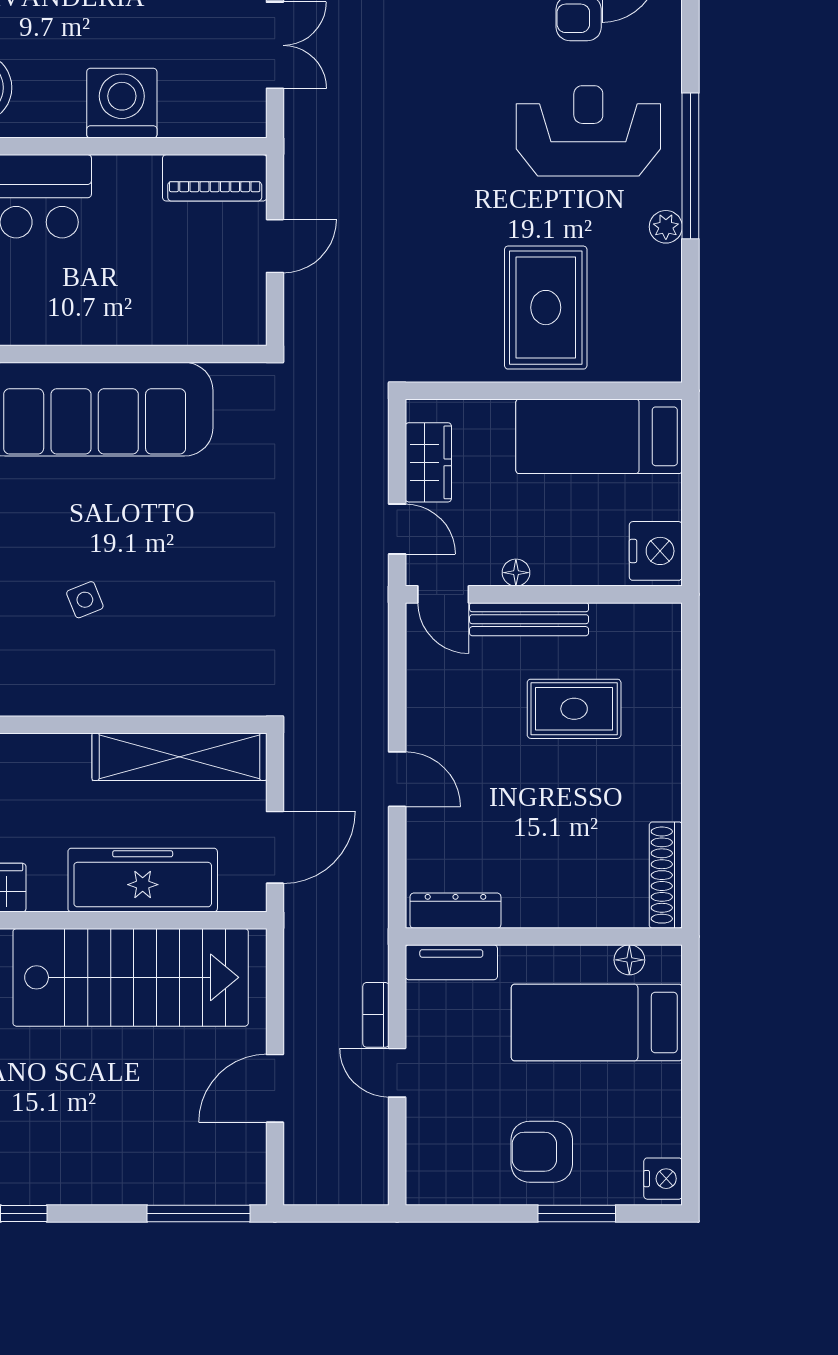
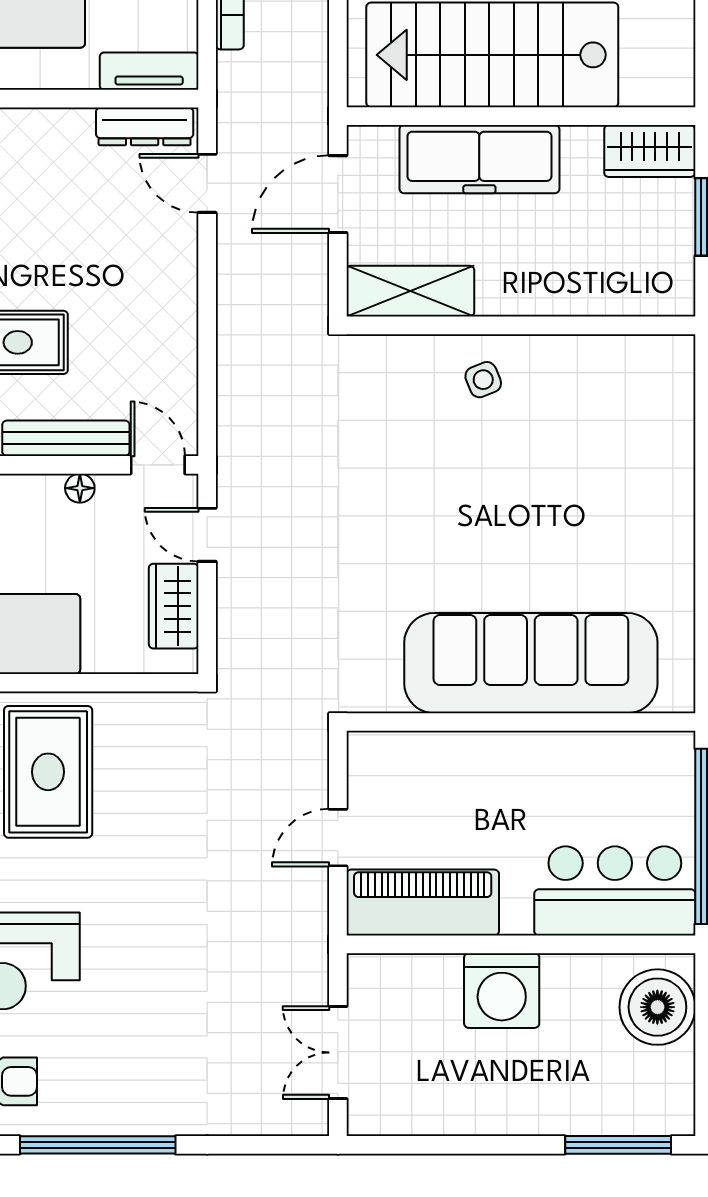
piano: (215, 178) -> (423, 903), width x1.37, depth x1.33
side table: (85, 600) -> (483, 380), moved
shelving: (179, 757) -> (410, 291), width x0.68
door: (397, 779) -> (207, 183), moved

